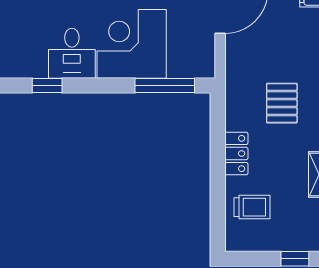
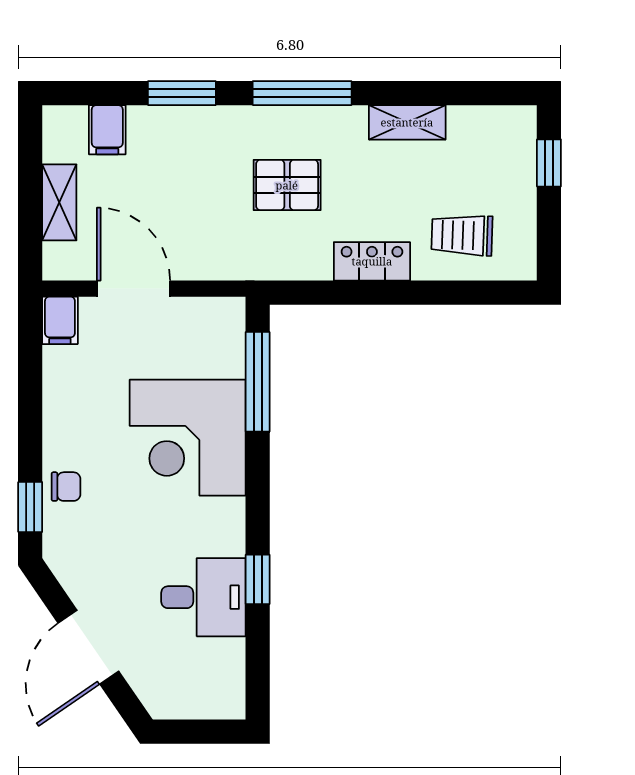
desk: (72, 53) -> (203, 597), moved
trolley: (252, 207) -> (462, 235), turned -88

